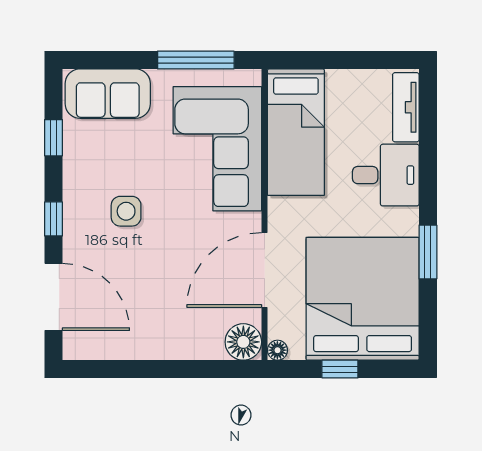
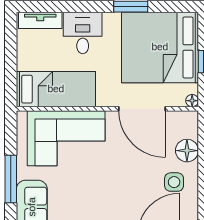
window: (196, 60) -> (11, 179), moved
side table: (126, 211) -> (174, 182), moved
floor lamp: (243, 342) -> (187, 151), moved

